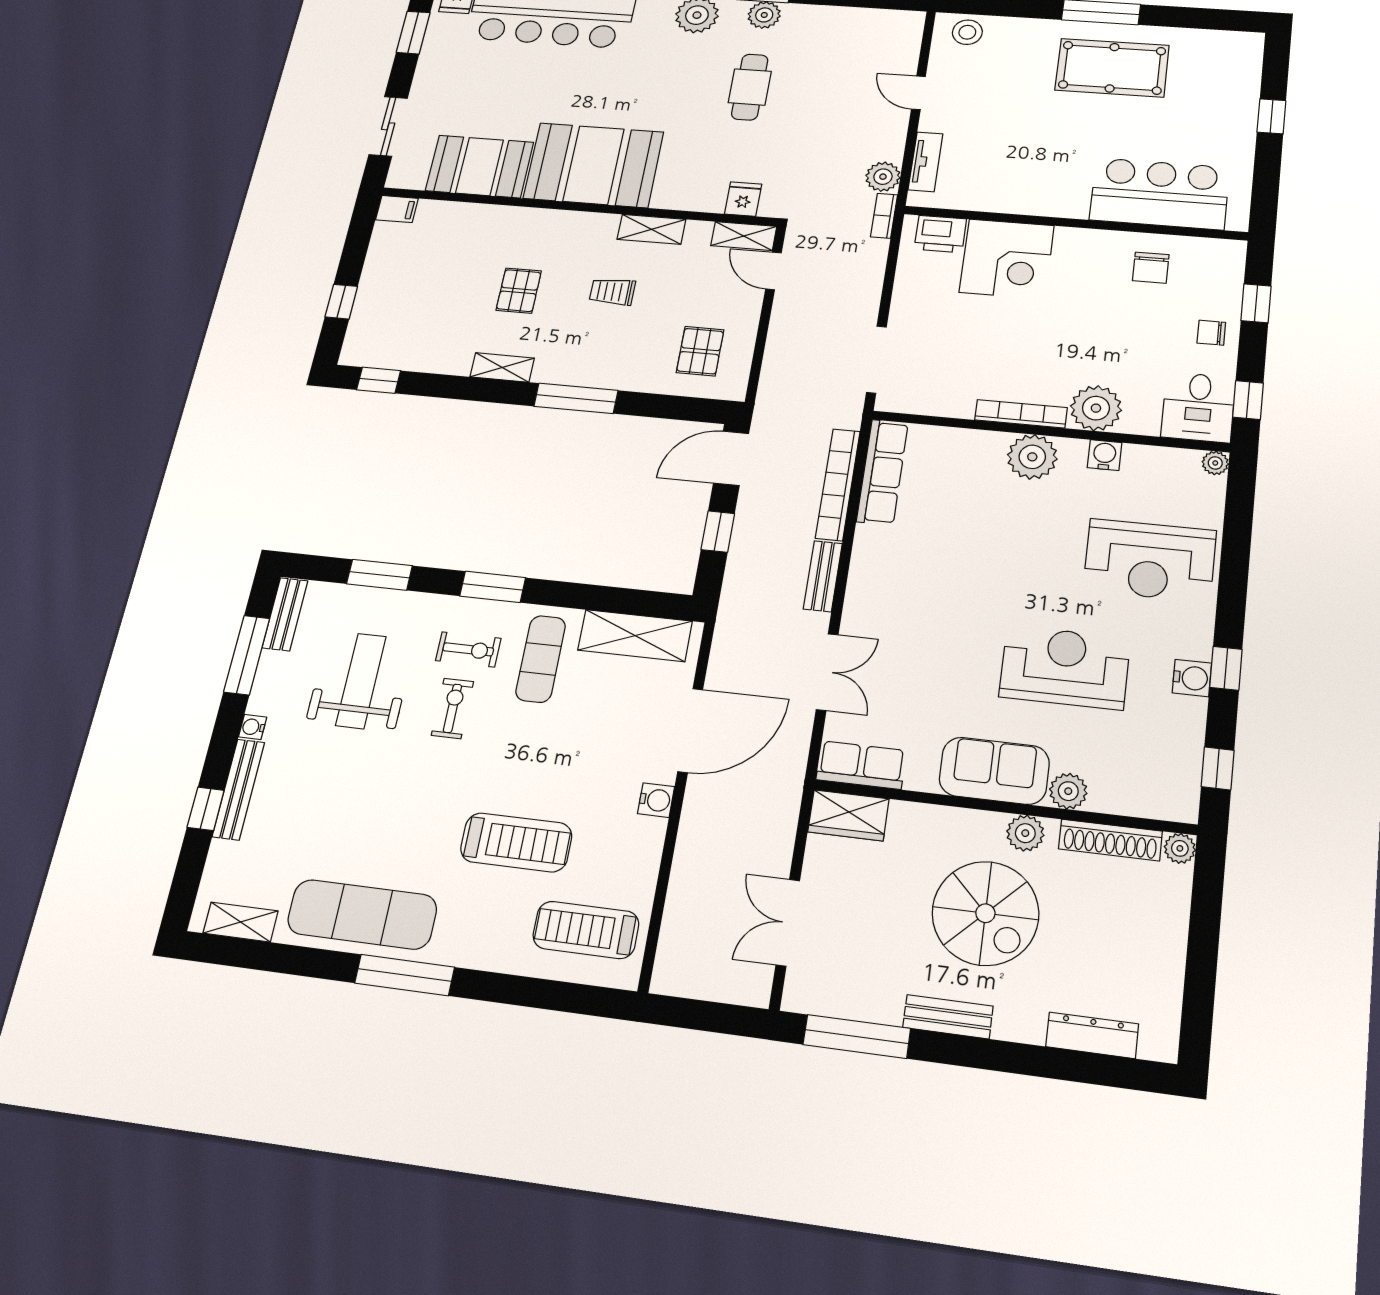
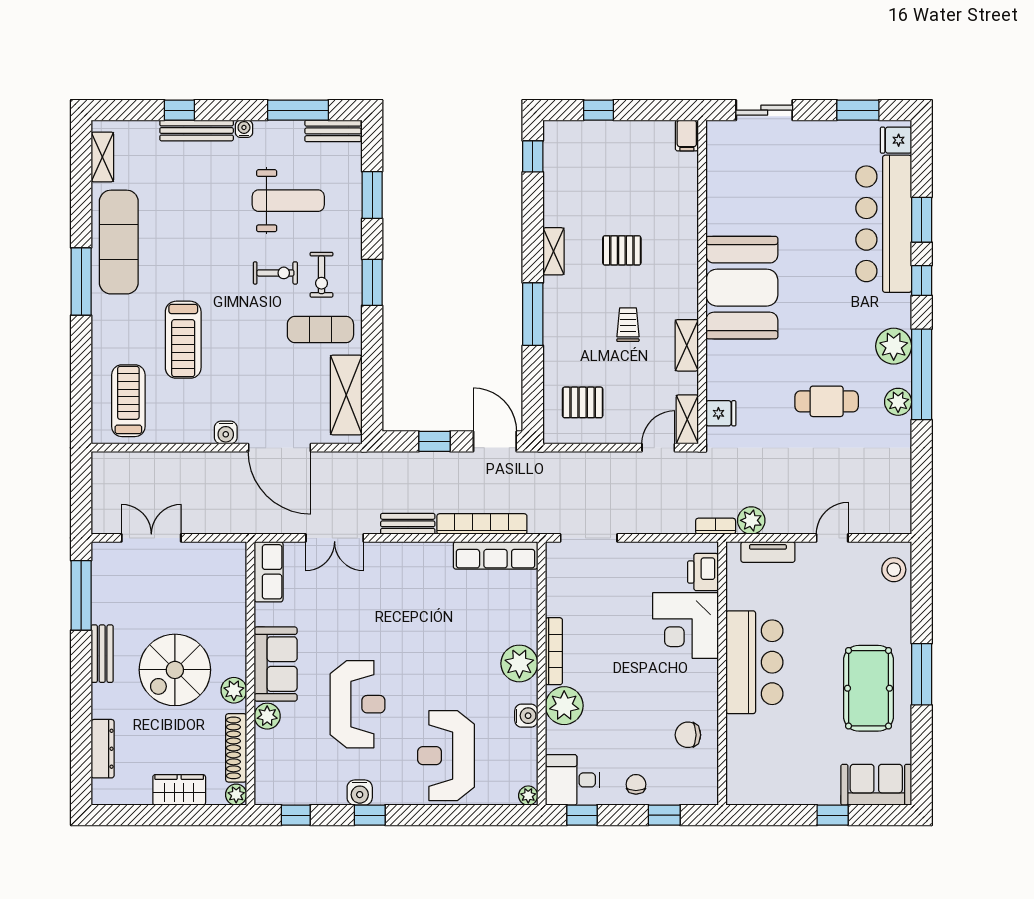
sofa: (1236, 68) -> (876, 785), added
booth: (479, 166) -> (732, 195), removed
bar counter: (1159, 194) -> (754, 662), moved
wardrobe: (848, 815) -> (179, 790), moved, turned 90

